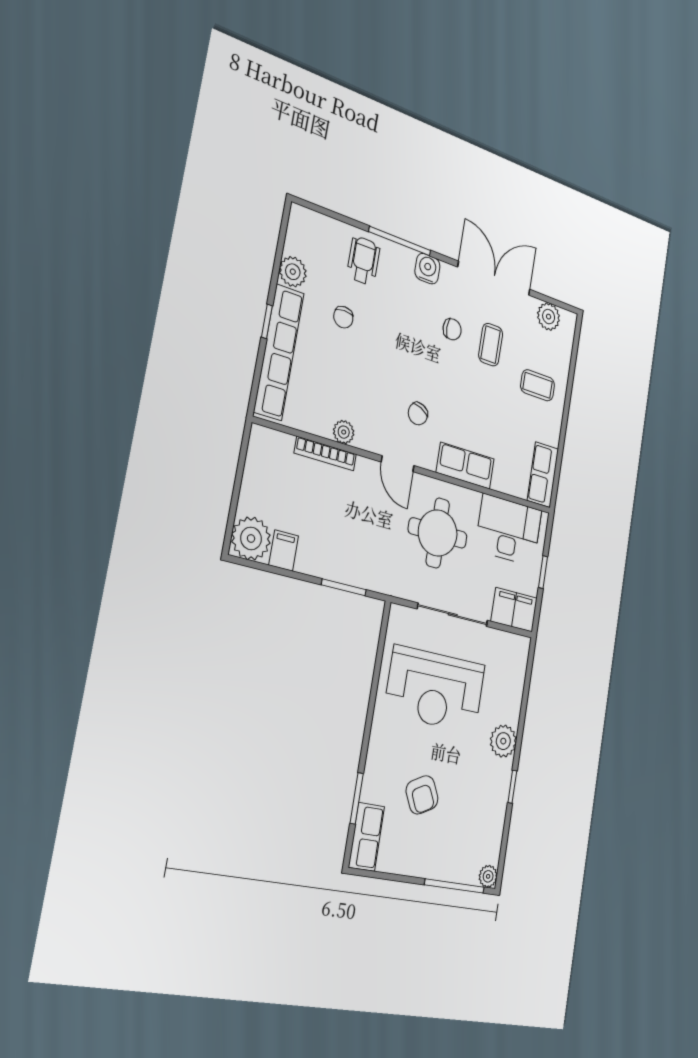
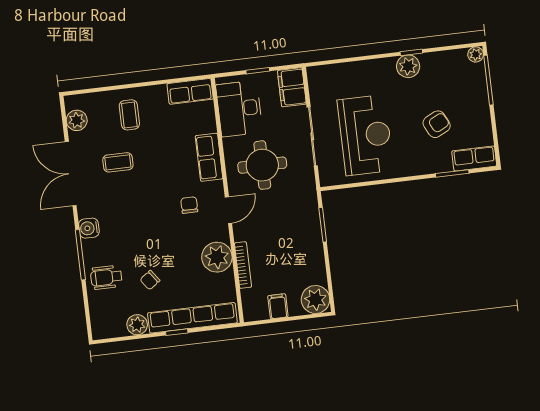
chair: (343, 317) -> (150, 280), turned 144
chair: (452, 329) -> (121, 196), removed
chair: (418, 414) -> (189, 205), turned -114
plant: (344, 432) -> (217, 257), width x1.88, depth x1.88
filing cabinet: (284, 550) -> (278, 306), moved, turned 90
plant: (503, 741) -> (408, 66), moved

